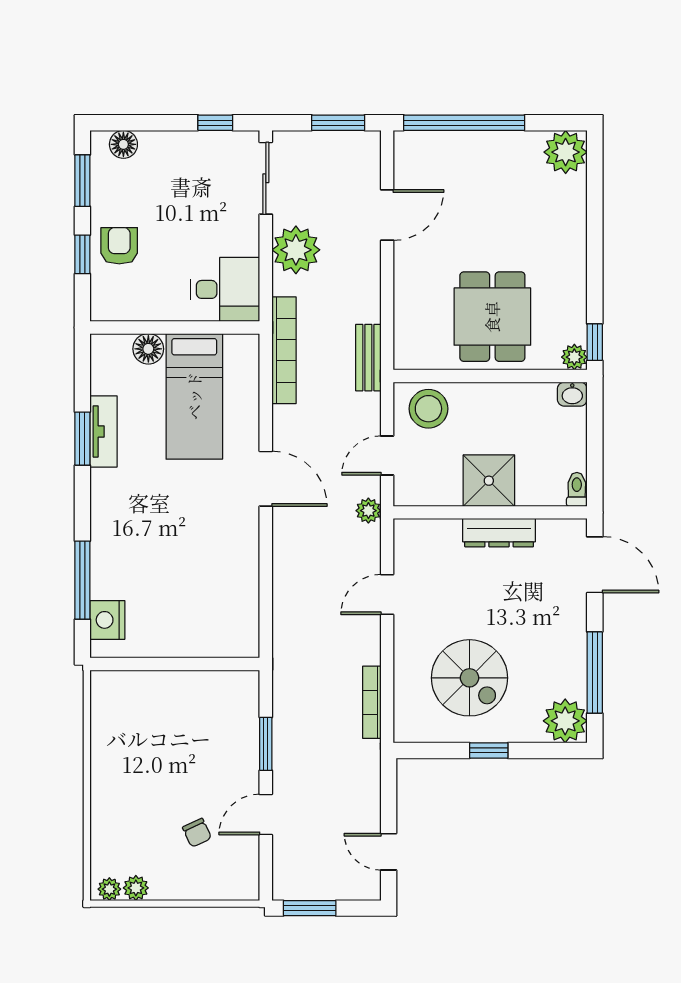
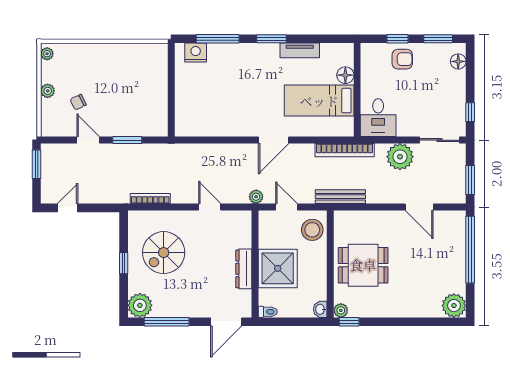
bench: (368, 358) -> (340, 197), width x1.36
window: (82, 439) -> (272, 39), moved
shower: (489, 481) -> (278, 268), width x1.37, depth x1.37
plant: (136, 888) -> (48, 91), moved

